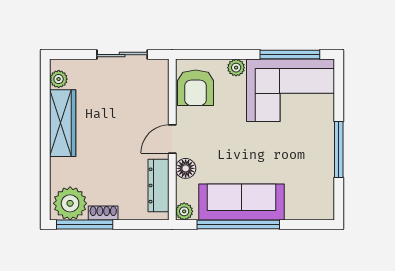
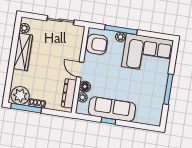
window: (290, 55) -> (121, 30), moved
armchair: (196, 88) -> (97, 44), turned -90
door: (172, 139) -> (80, 70), hinge flipped
plant: (184, 211) -> (82, 97), moved
window: (238, 224) -> (108, 121), width x0.32

